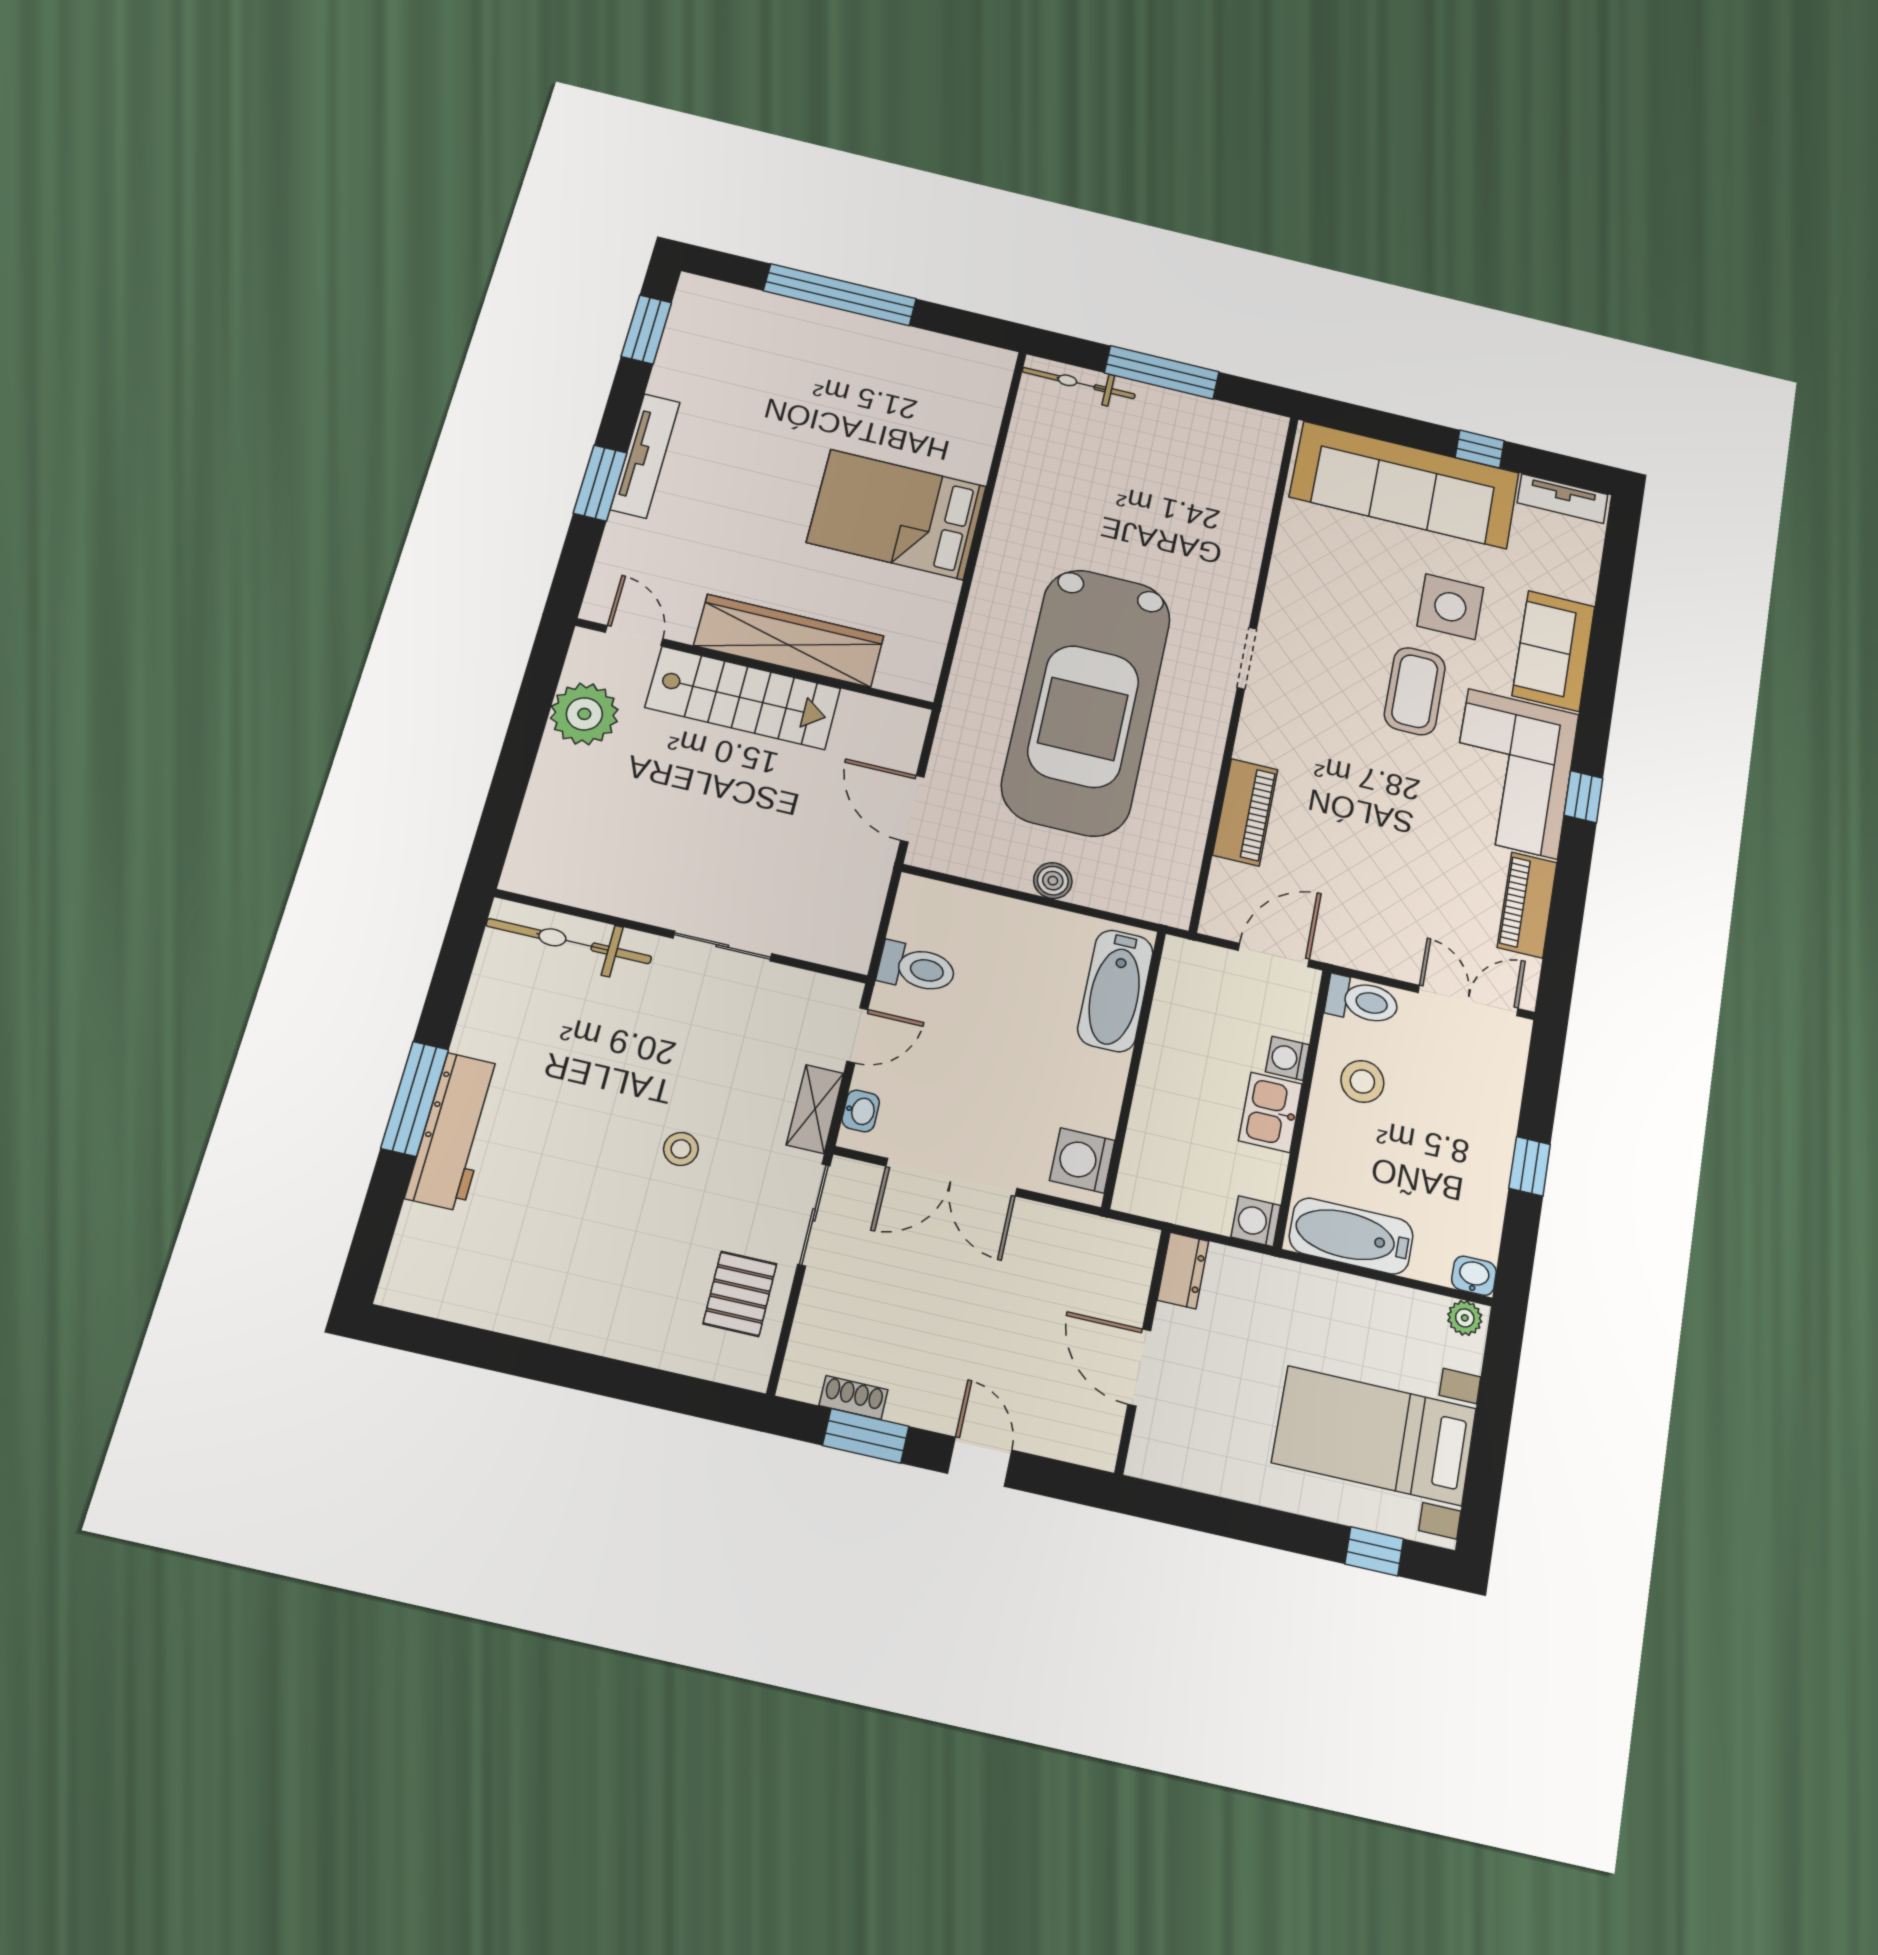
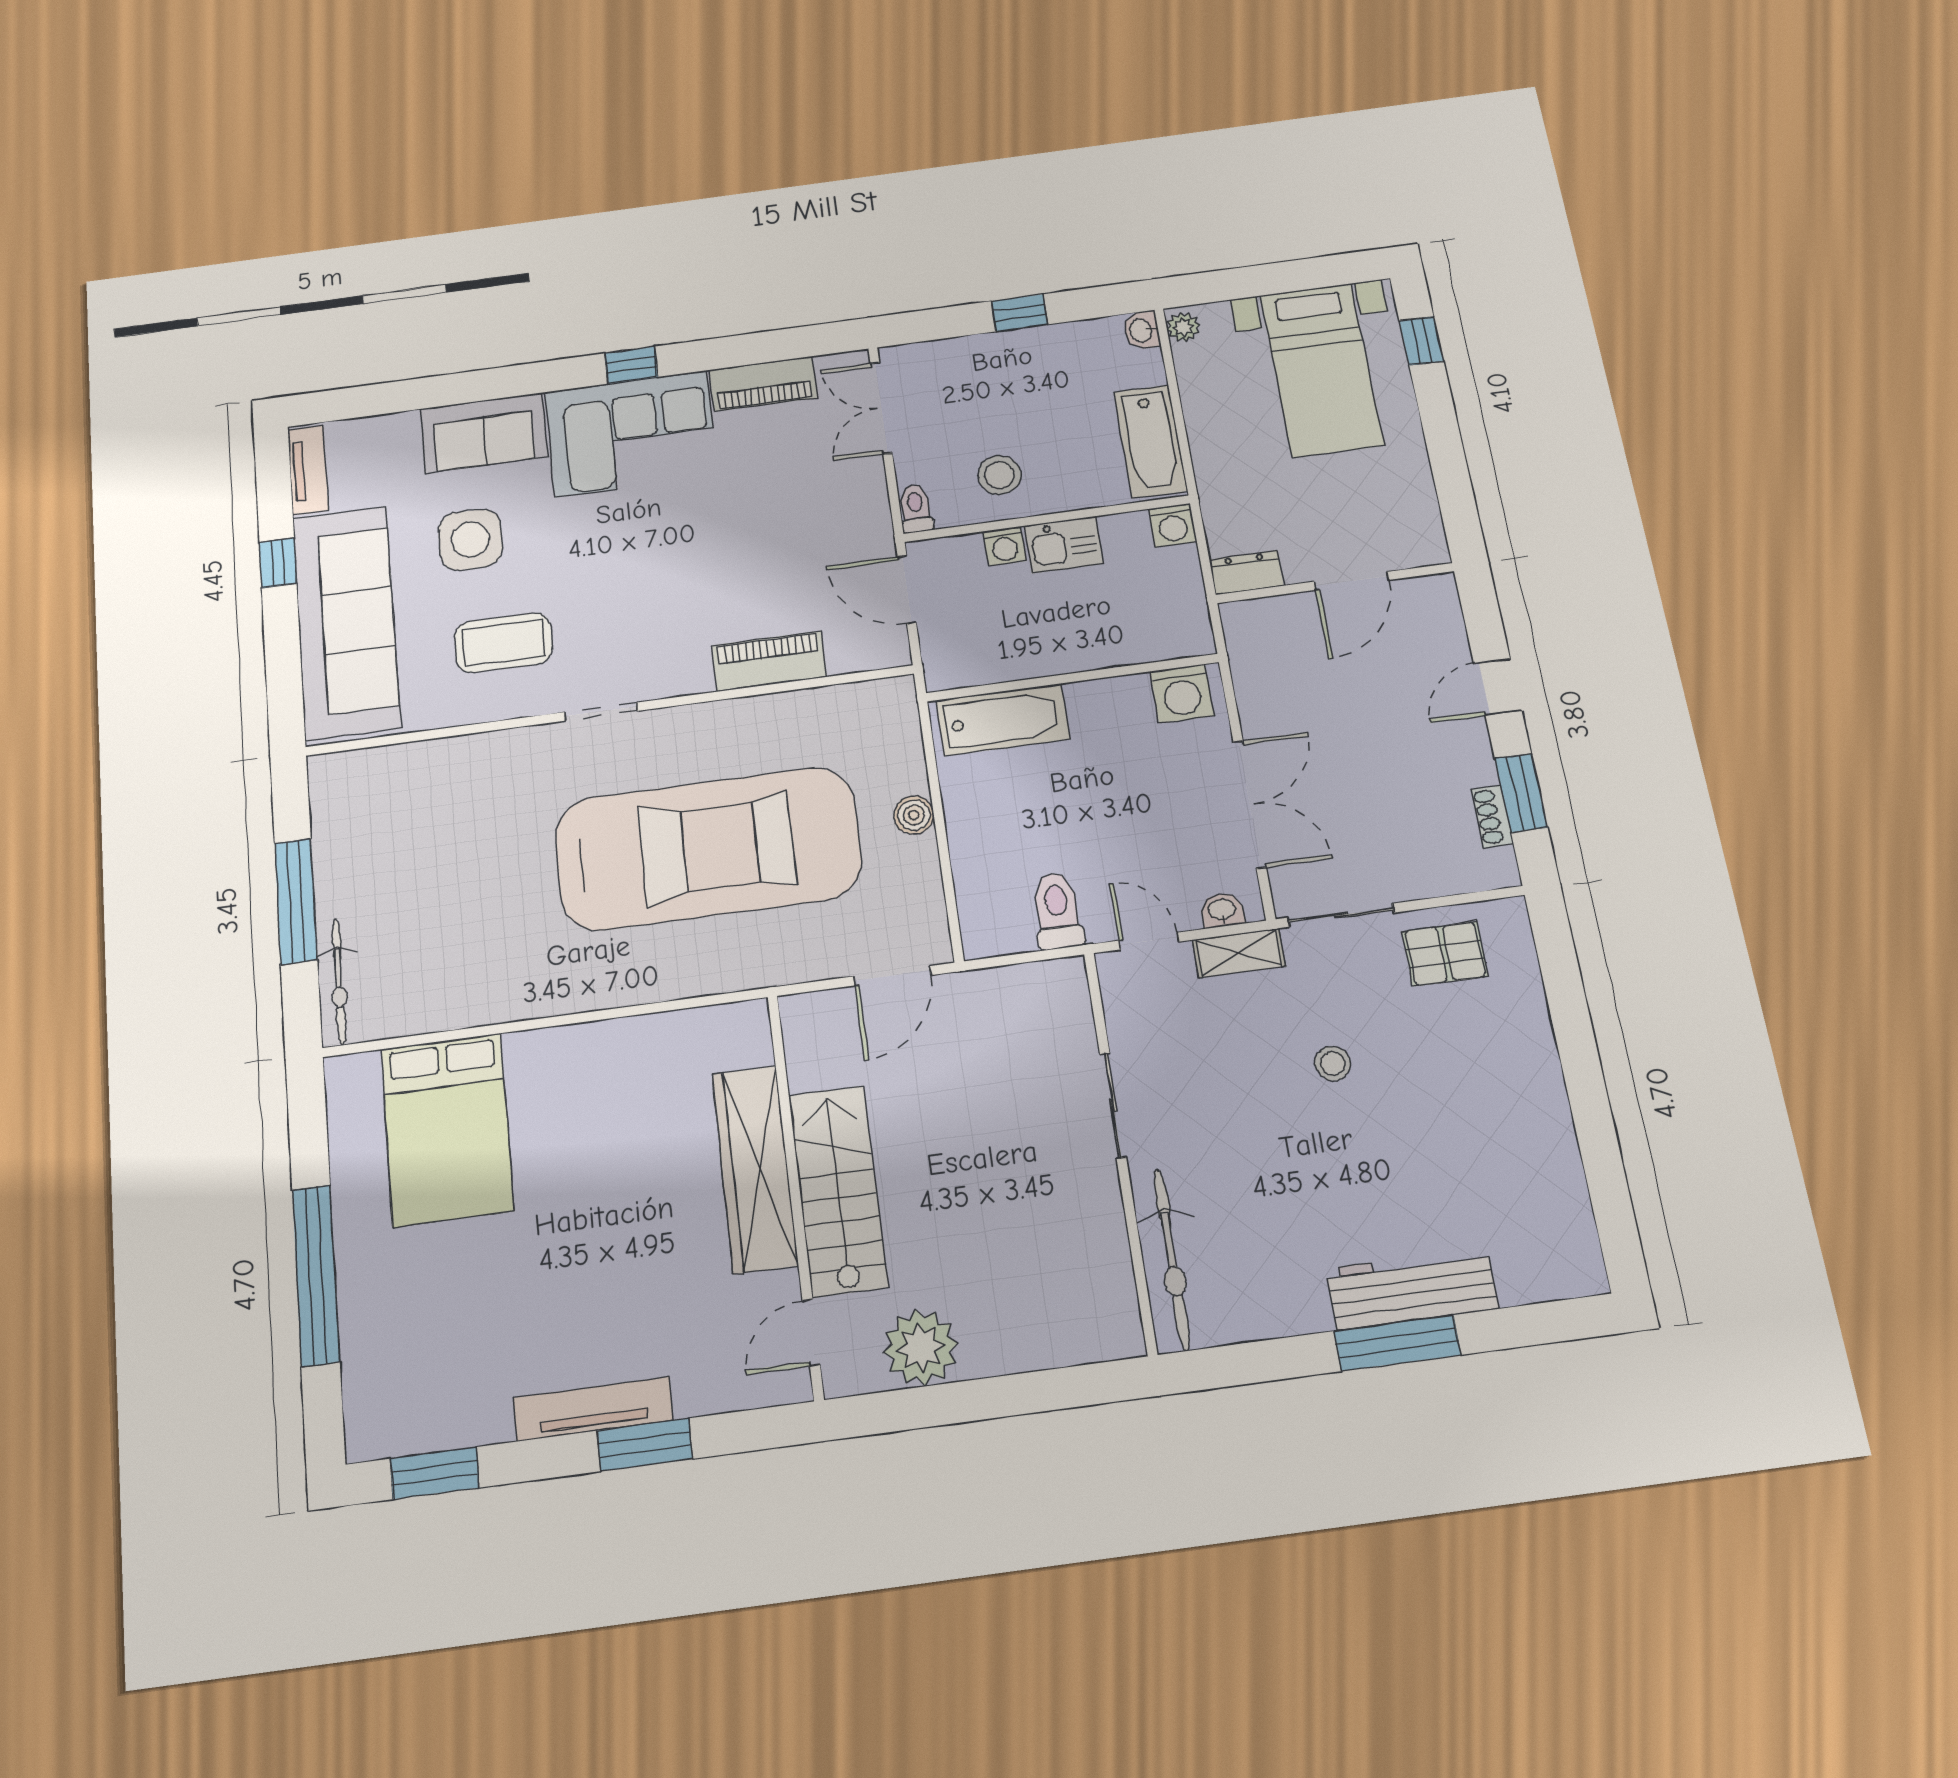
bed: (897, 514) -> (447, 1129), moved
coffee table: (1415, 691) -> (503, 643), moved
toilet: (1362, 1001) -> (916, 508), width x0.73, depth x0.72

